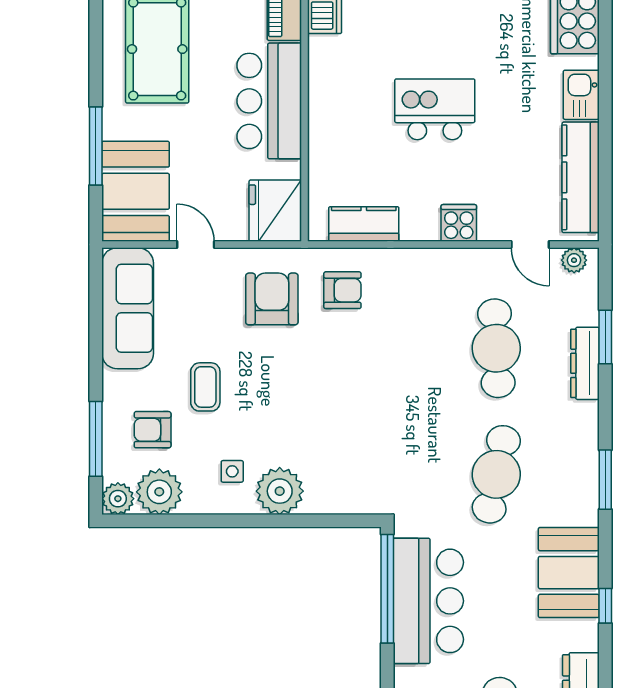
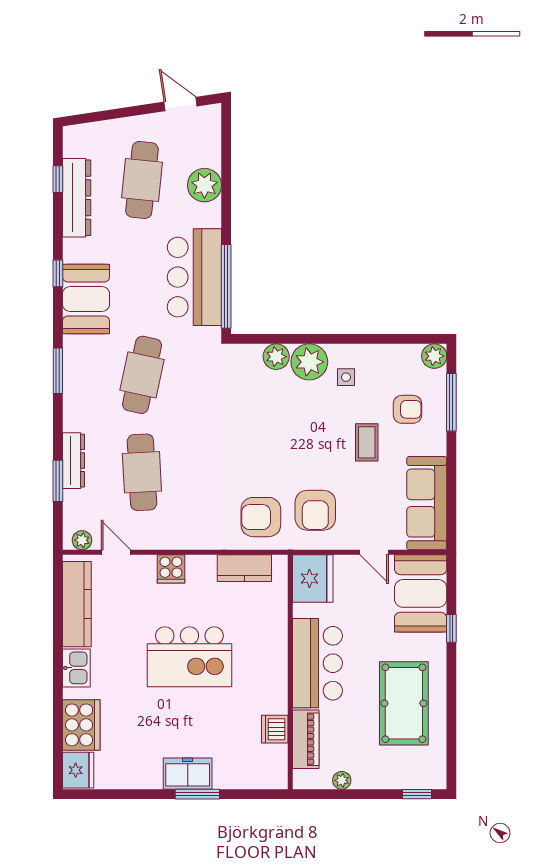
kitchen island: (435, 109) -> (189, 657), width x1.37, depth x1.28
window: (96, 146) -> (451, 628), width x0.46
armchair: (342, 290) -> (261, 517), width x1.38, depth x1.38
plant: (159, 492) -> (276, 357), moved, width x0.73, depth x0.73

